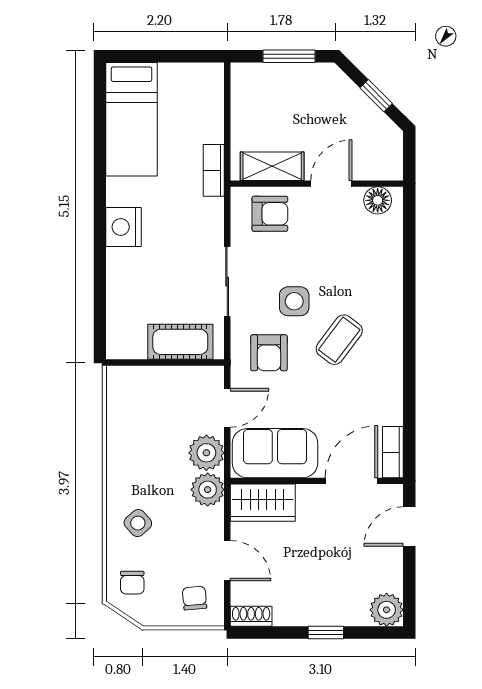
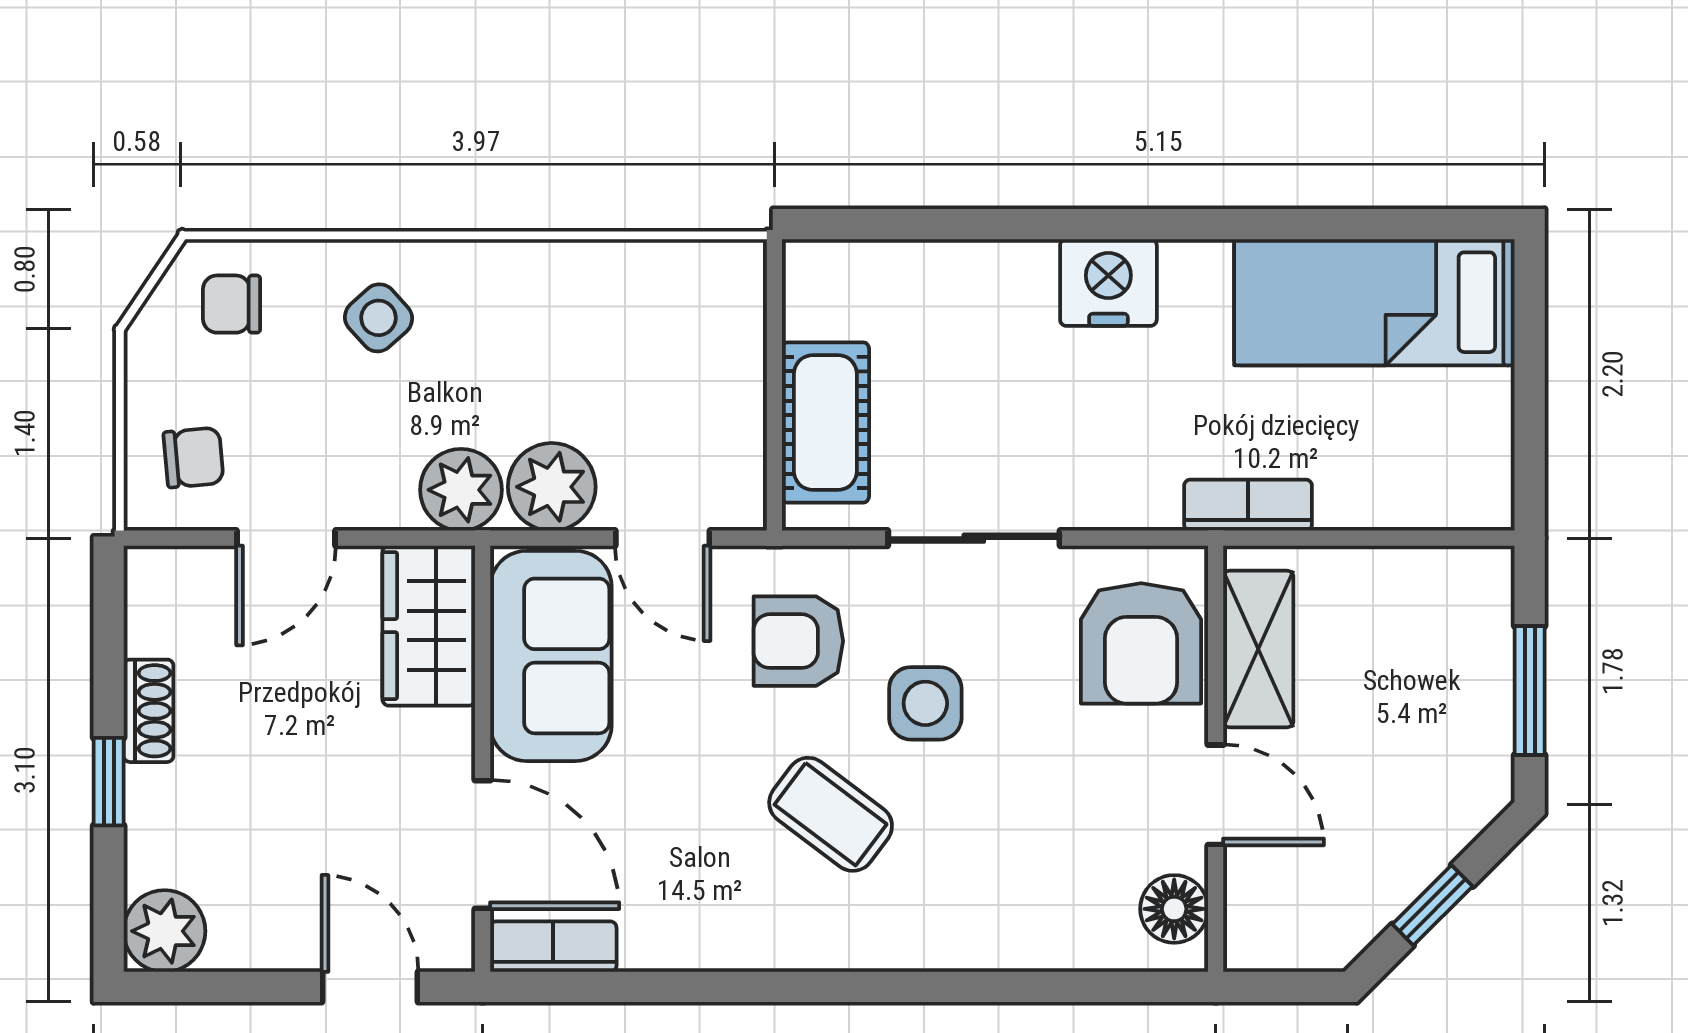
armchair: (270, 214) -> (1141, 643), width x1.38, depth x1.38
shoe rack: (251, 616) -> (149, 711), moved

